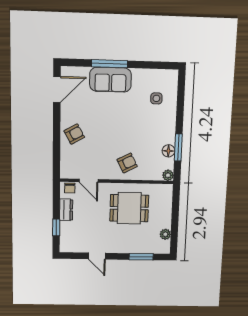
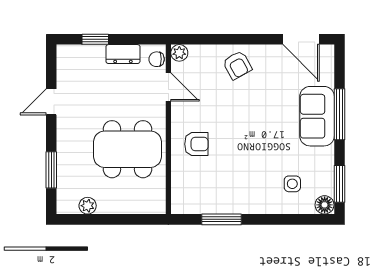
window: (158, 65) -> (339, 184), added
floor lamp: (168, 151) -> (325, 205), moved
armchair: (127, 163) -> (196, 144), turned -63
plant: (168, 175) -> (179, 53), moved
door: (89, 181) -> (168, 87), swing flipped
dining table: (129, 208) -> (128, 149), width x1.38

